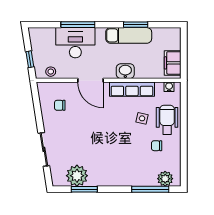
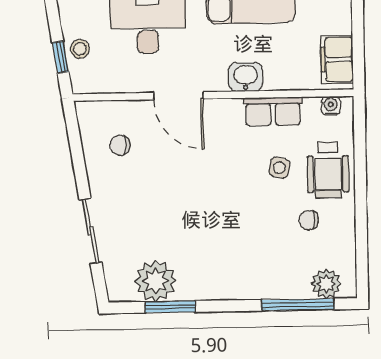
stool: (51, 72) -> (80, 49), moved
row of seats: (132, 89) -> (273, 111), width x0.68
wheelchair: (167, 120) -> (328, 170), turned 180

